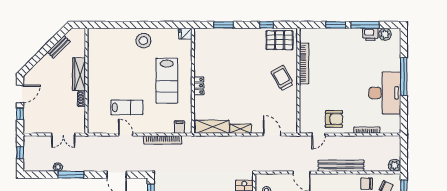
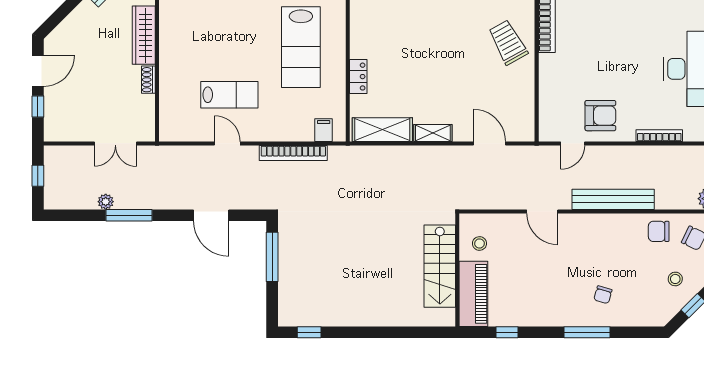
locker: (199, 86) -> (358, 77), moved

